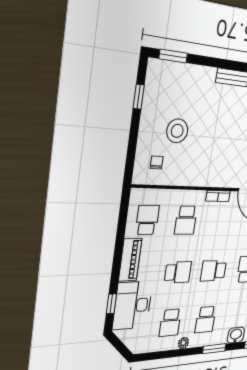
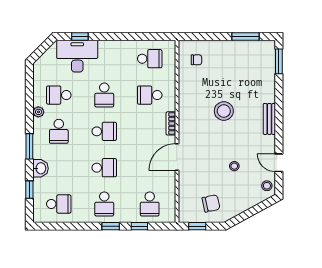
window: (139, 97) -> (246, 37), width x1.50
stool: (177, 131) -> (224, 111), moved
piano: (130, 260) -> (117, 48), removed
school desk: (213, 271) -> (104, 131), turned 90
school desk: (205, 320) -> (59, 131), turned -90

